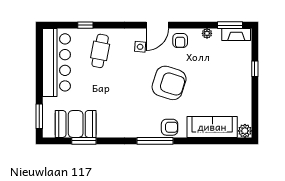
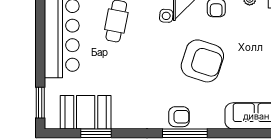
armchair: (170, 127) -> (179, 117), moved

